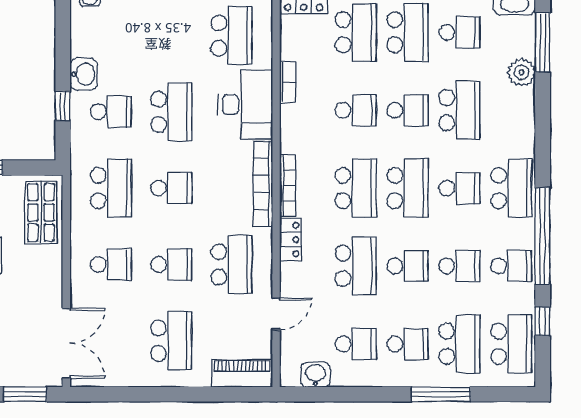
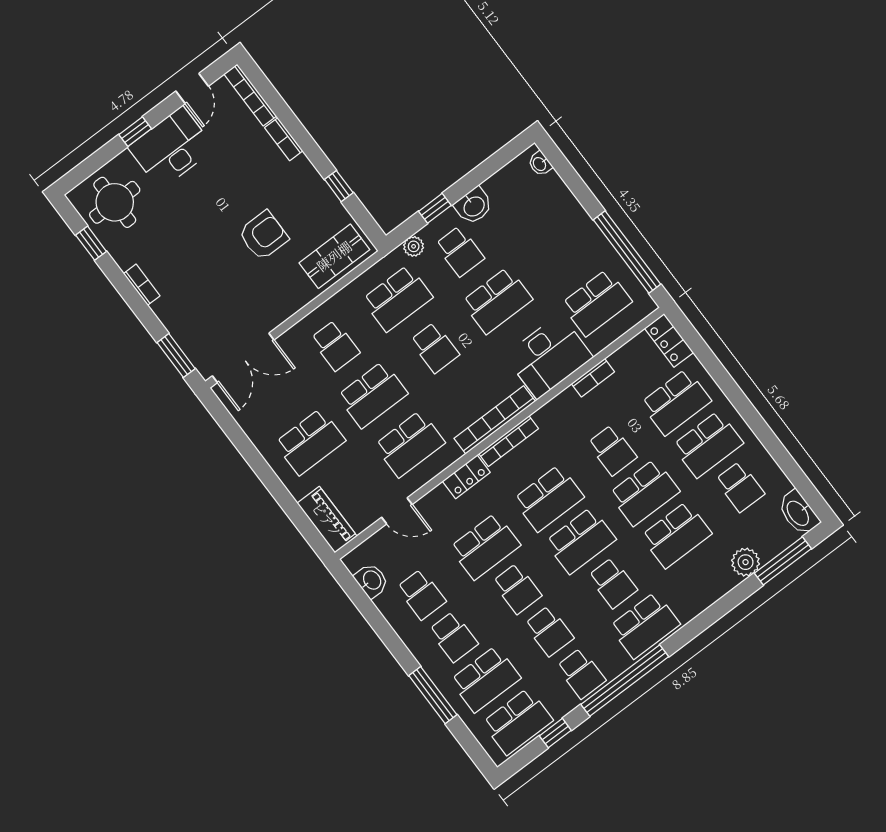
school desk: (408, 110) -> (644, 492), width x1.85
plant: (80, 145) -> (414, 246), added
school desk: (171, 264) -> (372, 395), width x1.85

